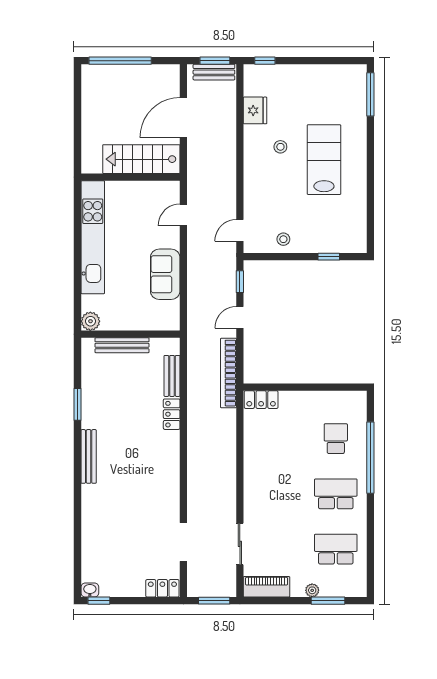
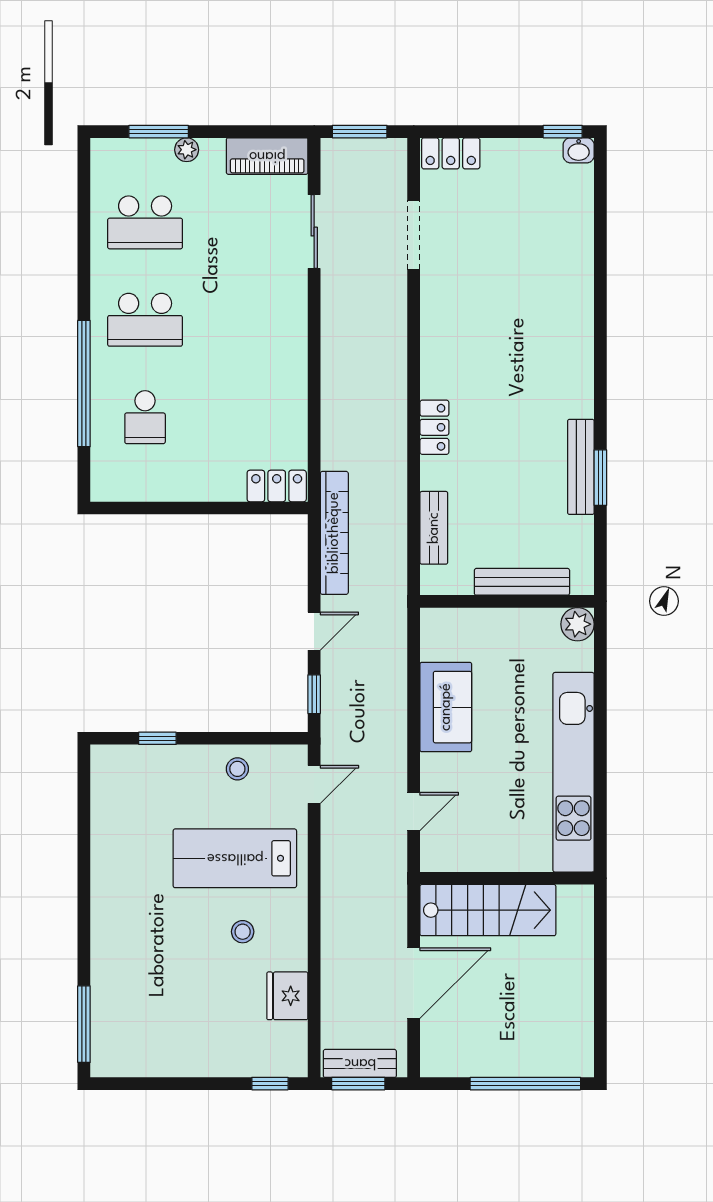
lab bench: (324, 160) -> (235, 858), moved, turned 90
locker: (172, 414) -> (434, 427), moved
bench: (89, 456) -> (581, 467), moved

